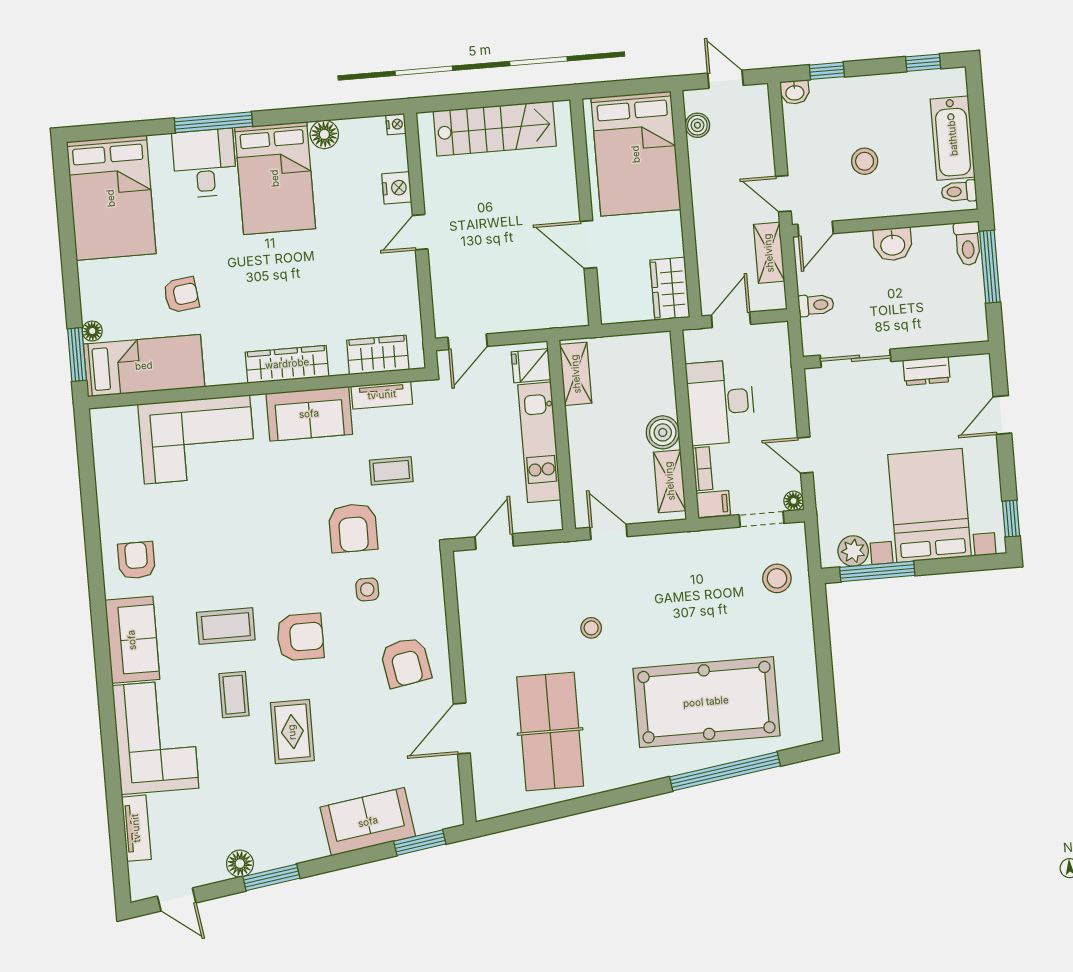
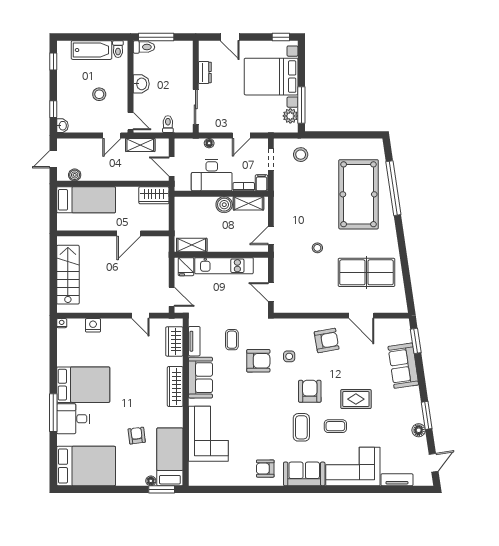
floor lamp: (324, 134) -> (64, 359), removed
bed: (636, 154) -> (86, 200), width x0.67
door: (420, 232) -> (140, 316), moved
floor lamp: (794, 501) -> (209, 143), moved

